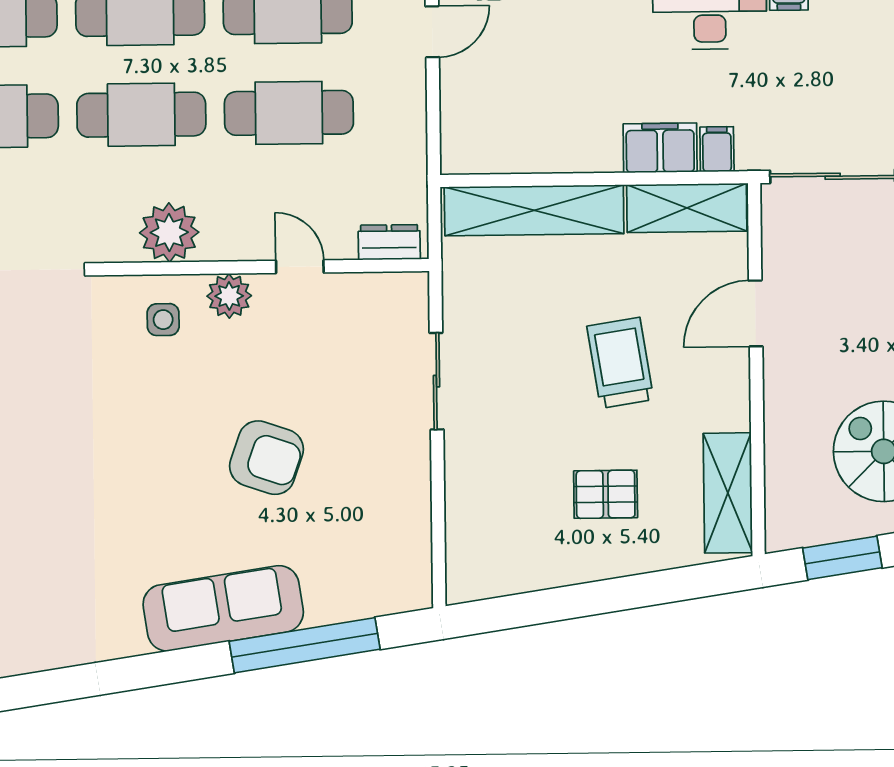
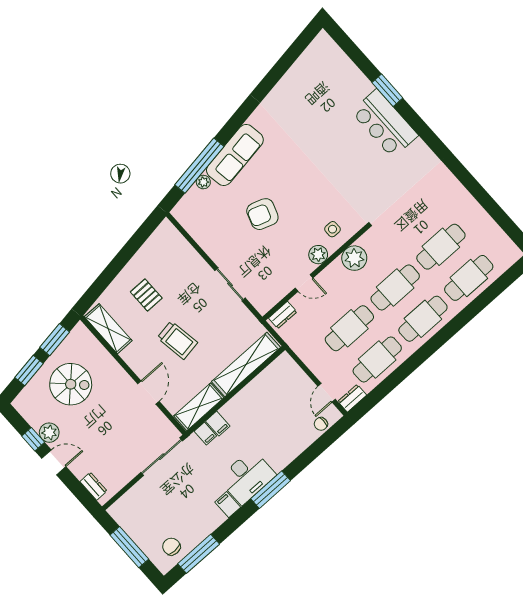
filing cabinet: (660, 148) -> (218, 424), width x0.50
pallet: (606, 494) -> (146, 295), turned 90
plant: (323, 609) -> (203, 182), added

